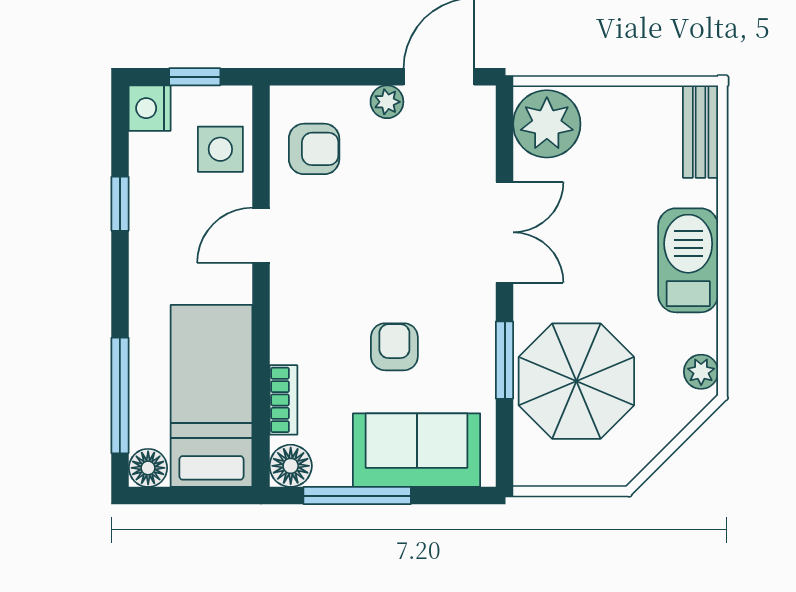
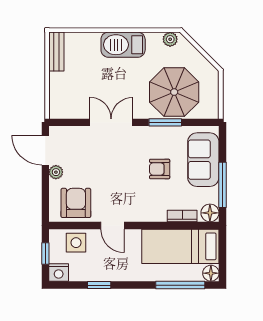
plant: (547, 124) -> (65, 105), removed
bench: (701, 132) -> (56, 52), moved, turned 90
armchair: (314, 149) -> (76, 203), width x1.38, depth x1.38

